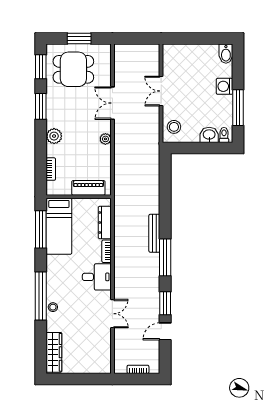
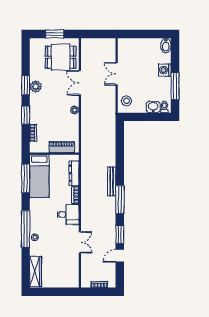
window: (41, 67) -> (26, 115), moved
dining table: (73, 69) -> (61, 57), moved
plant: (54, 136) -> (36, 87), moved

